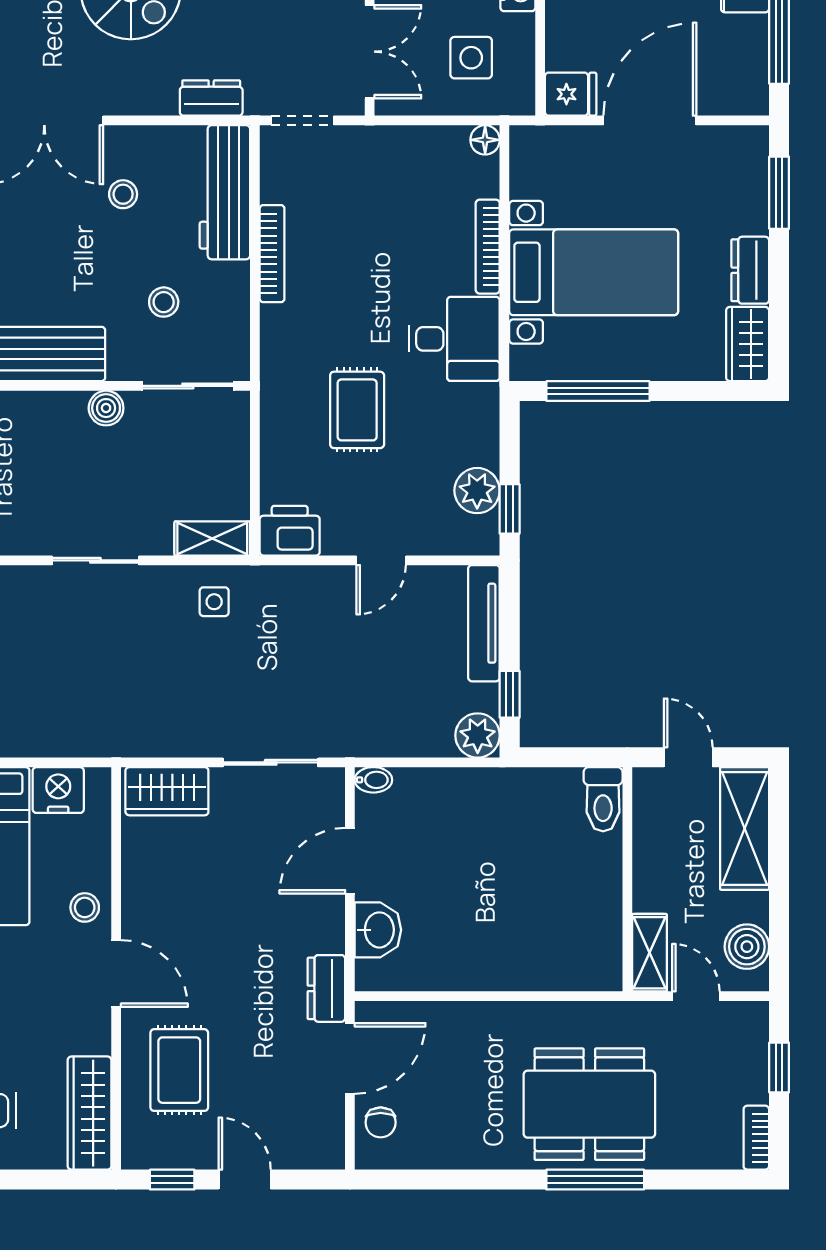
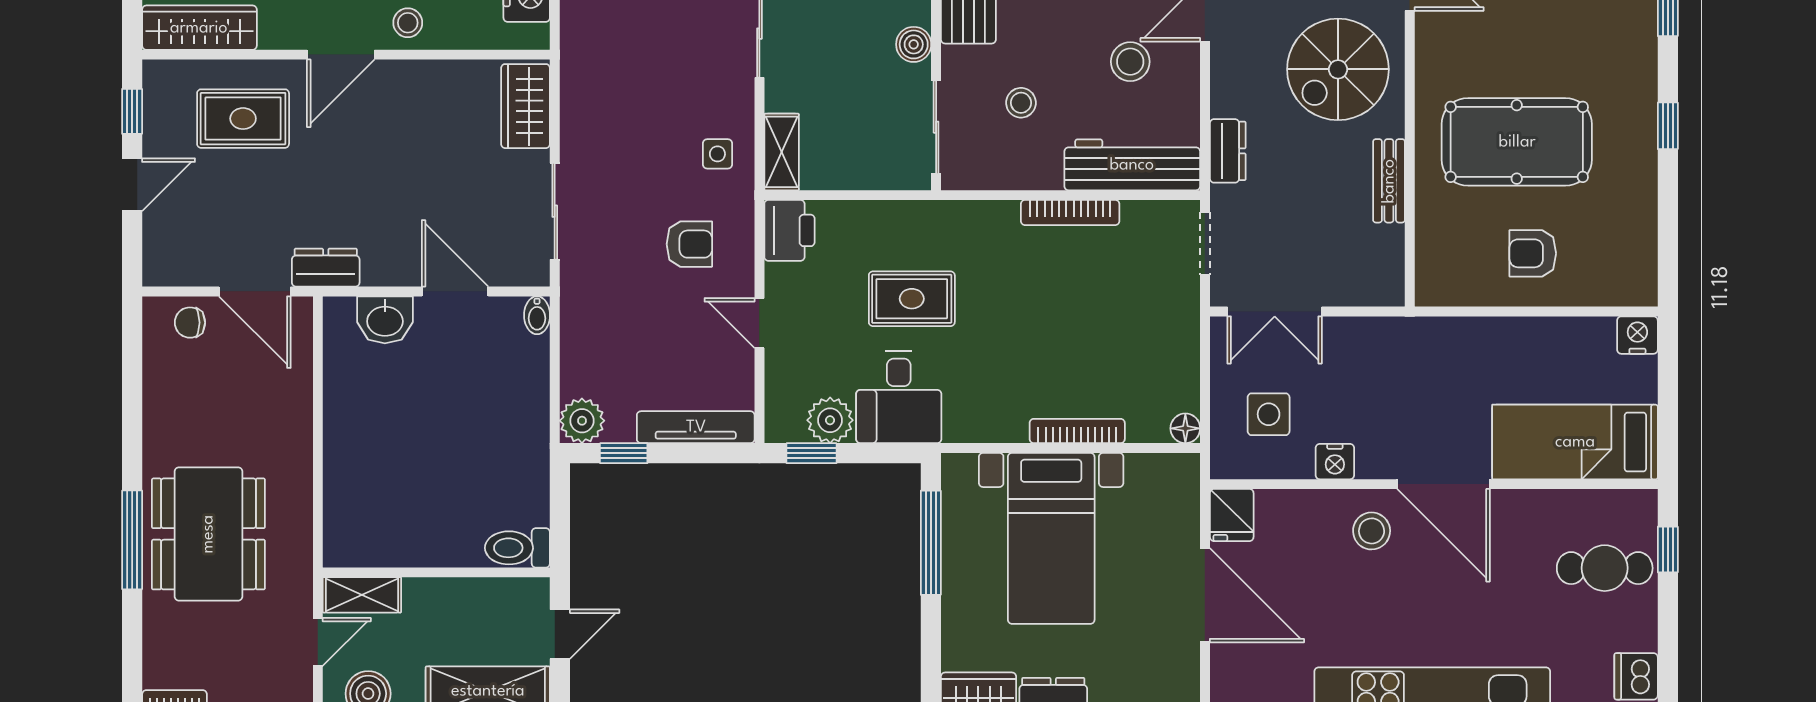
stool: (123, 194) -> (1130, 62), width x1.37, depth x1.37
desk: (454, 339) -> (899, 397), moved
armchair: (303, 629) -> (689, 244), added

